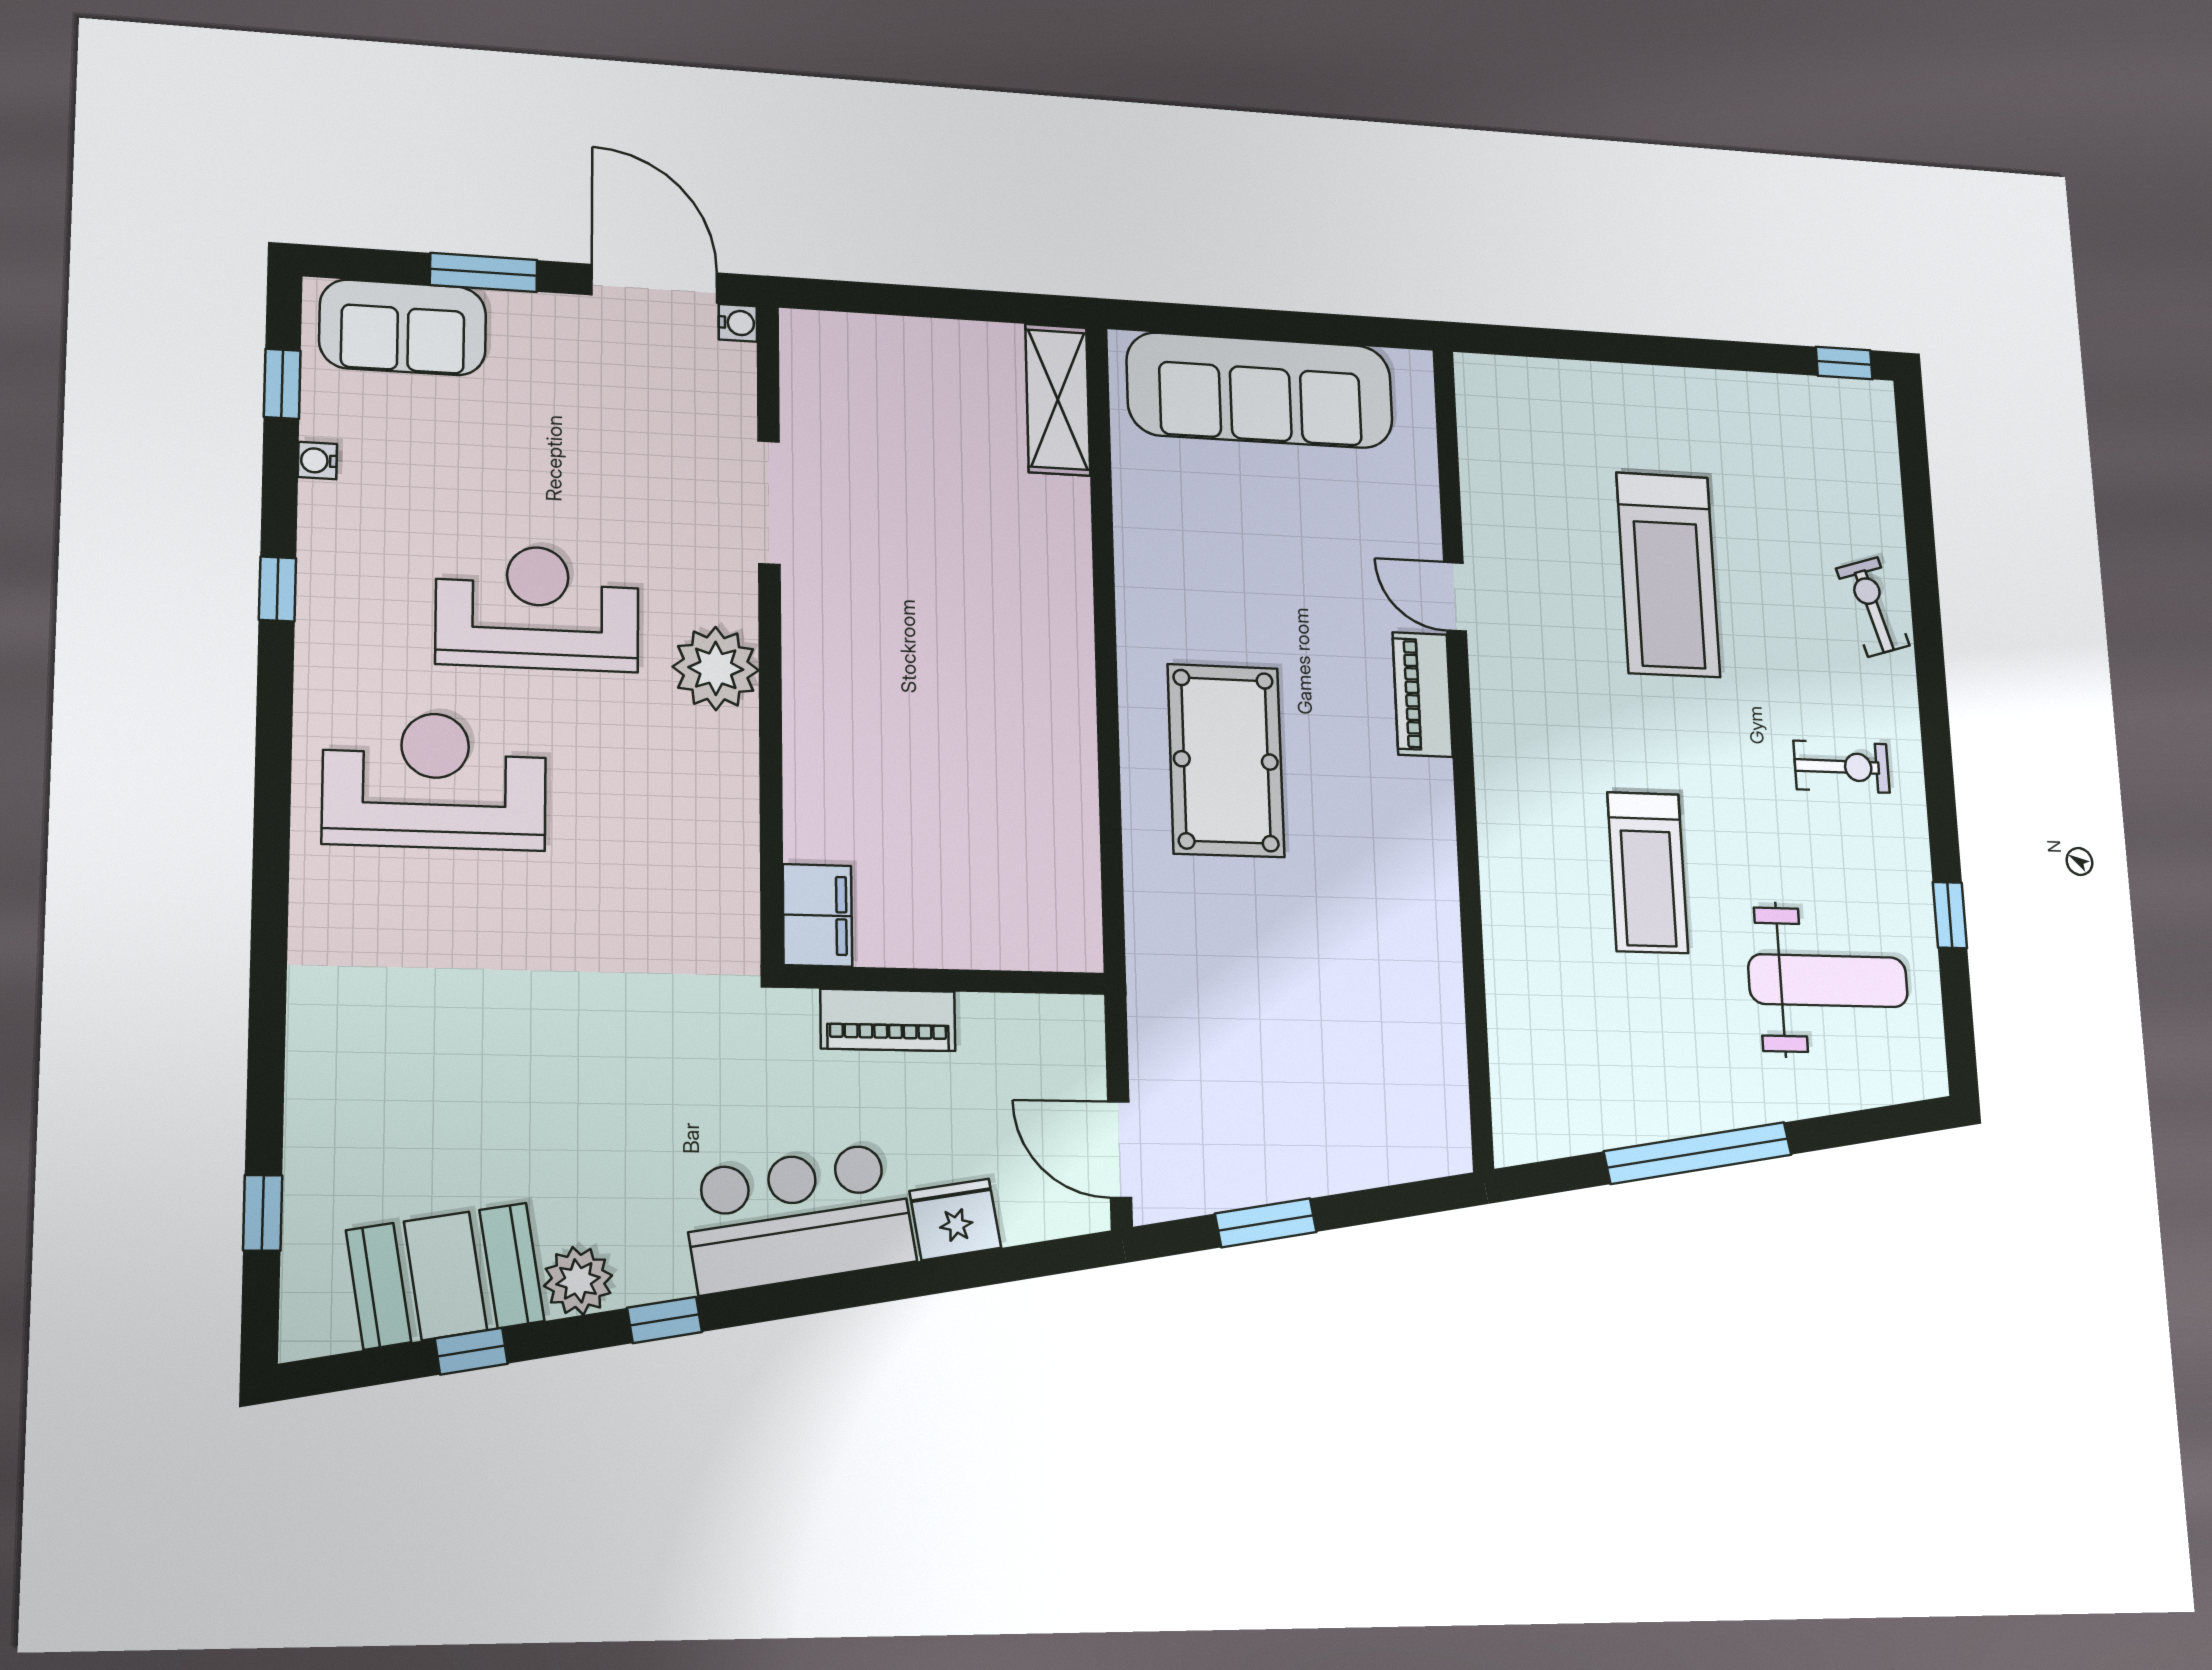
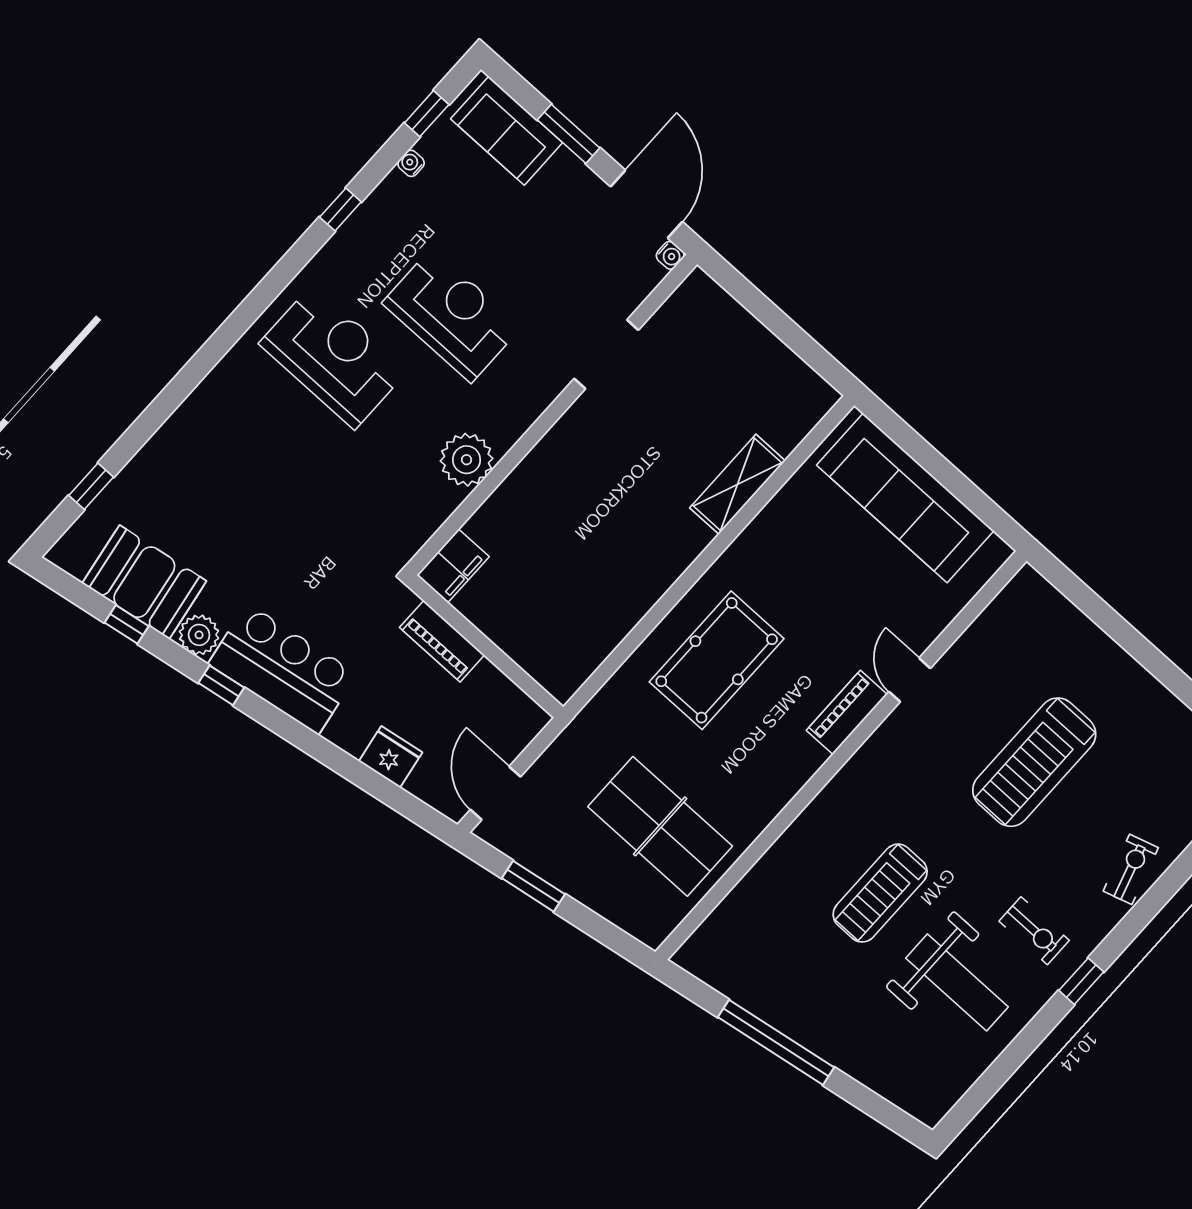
shelving: (1058, 400) -> (737, 484), moved
plant: (716, 668) -> (467, 460), moved
window: (1950, 915) -> (1081, 981), moved
weight bench: (1828, 981) -> (957, 982), moved
table tennis table: (1342, 1016) -> (660, 826), added
bar counter: (798, 1218) -> (283, 669), moved

